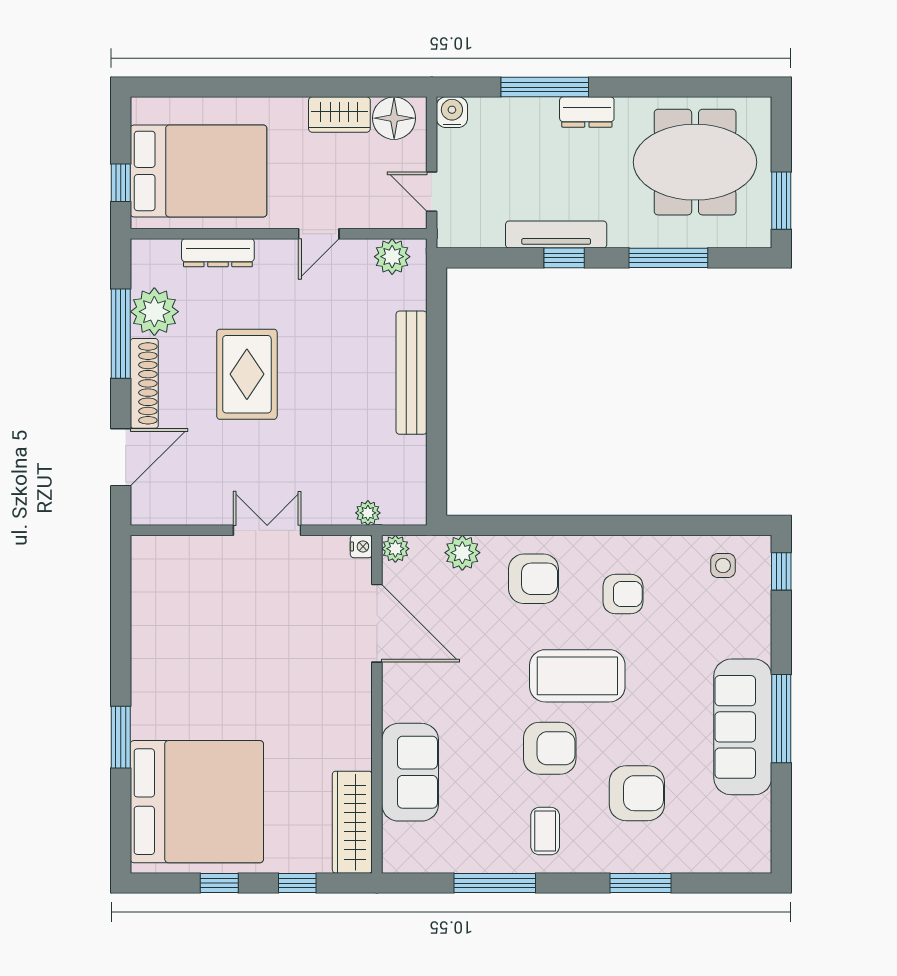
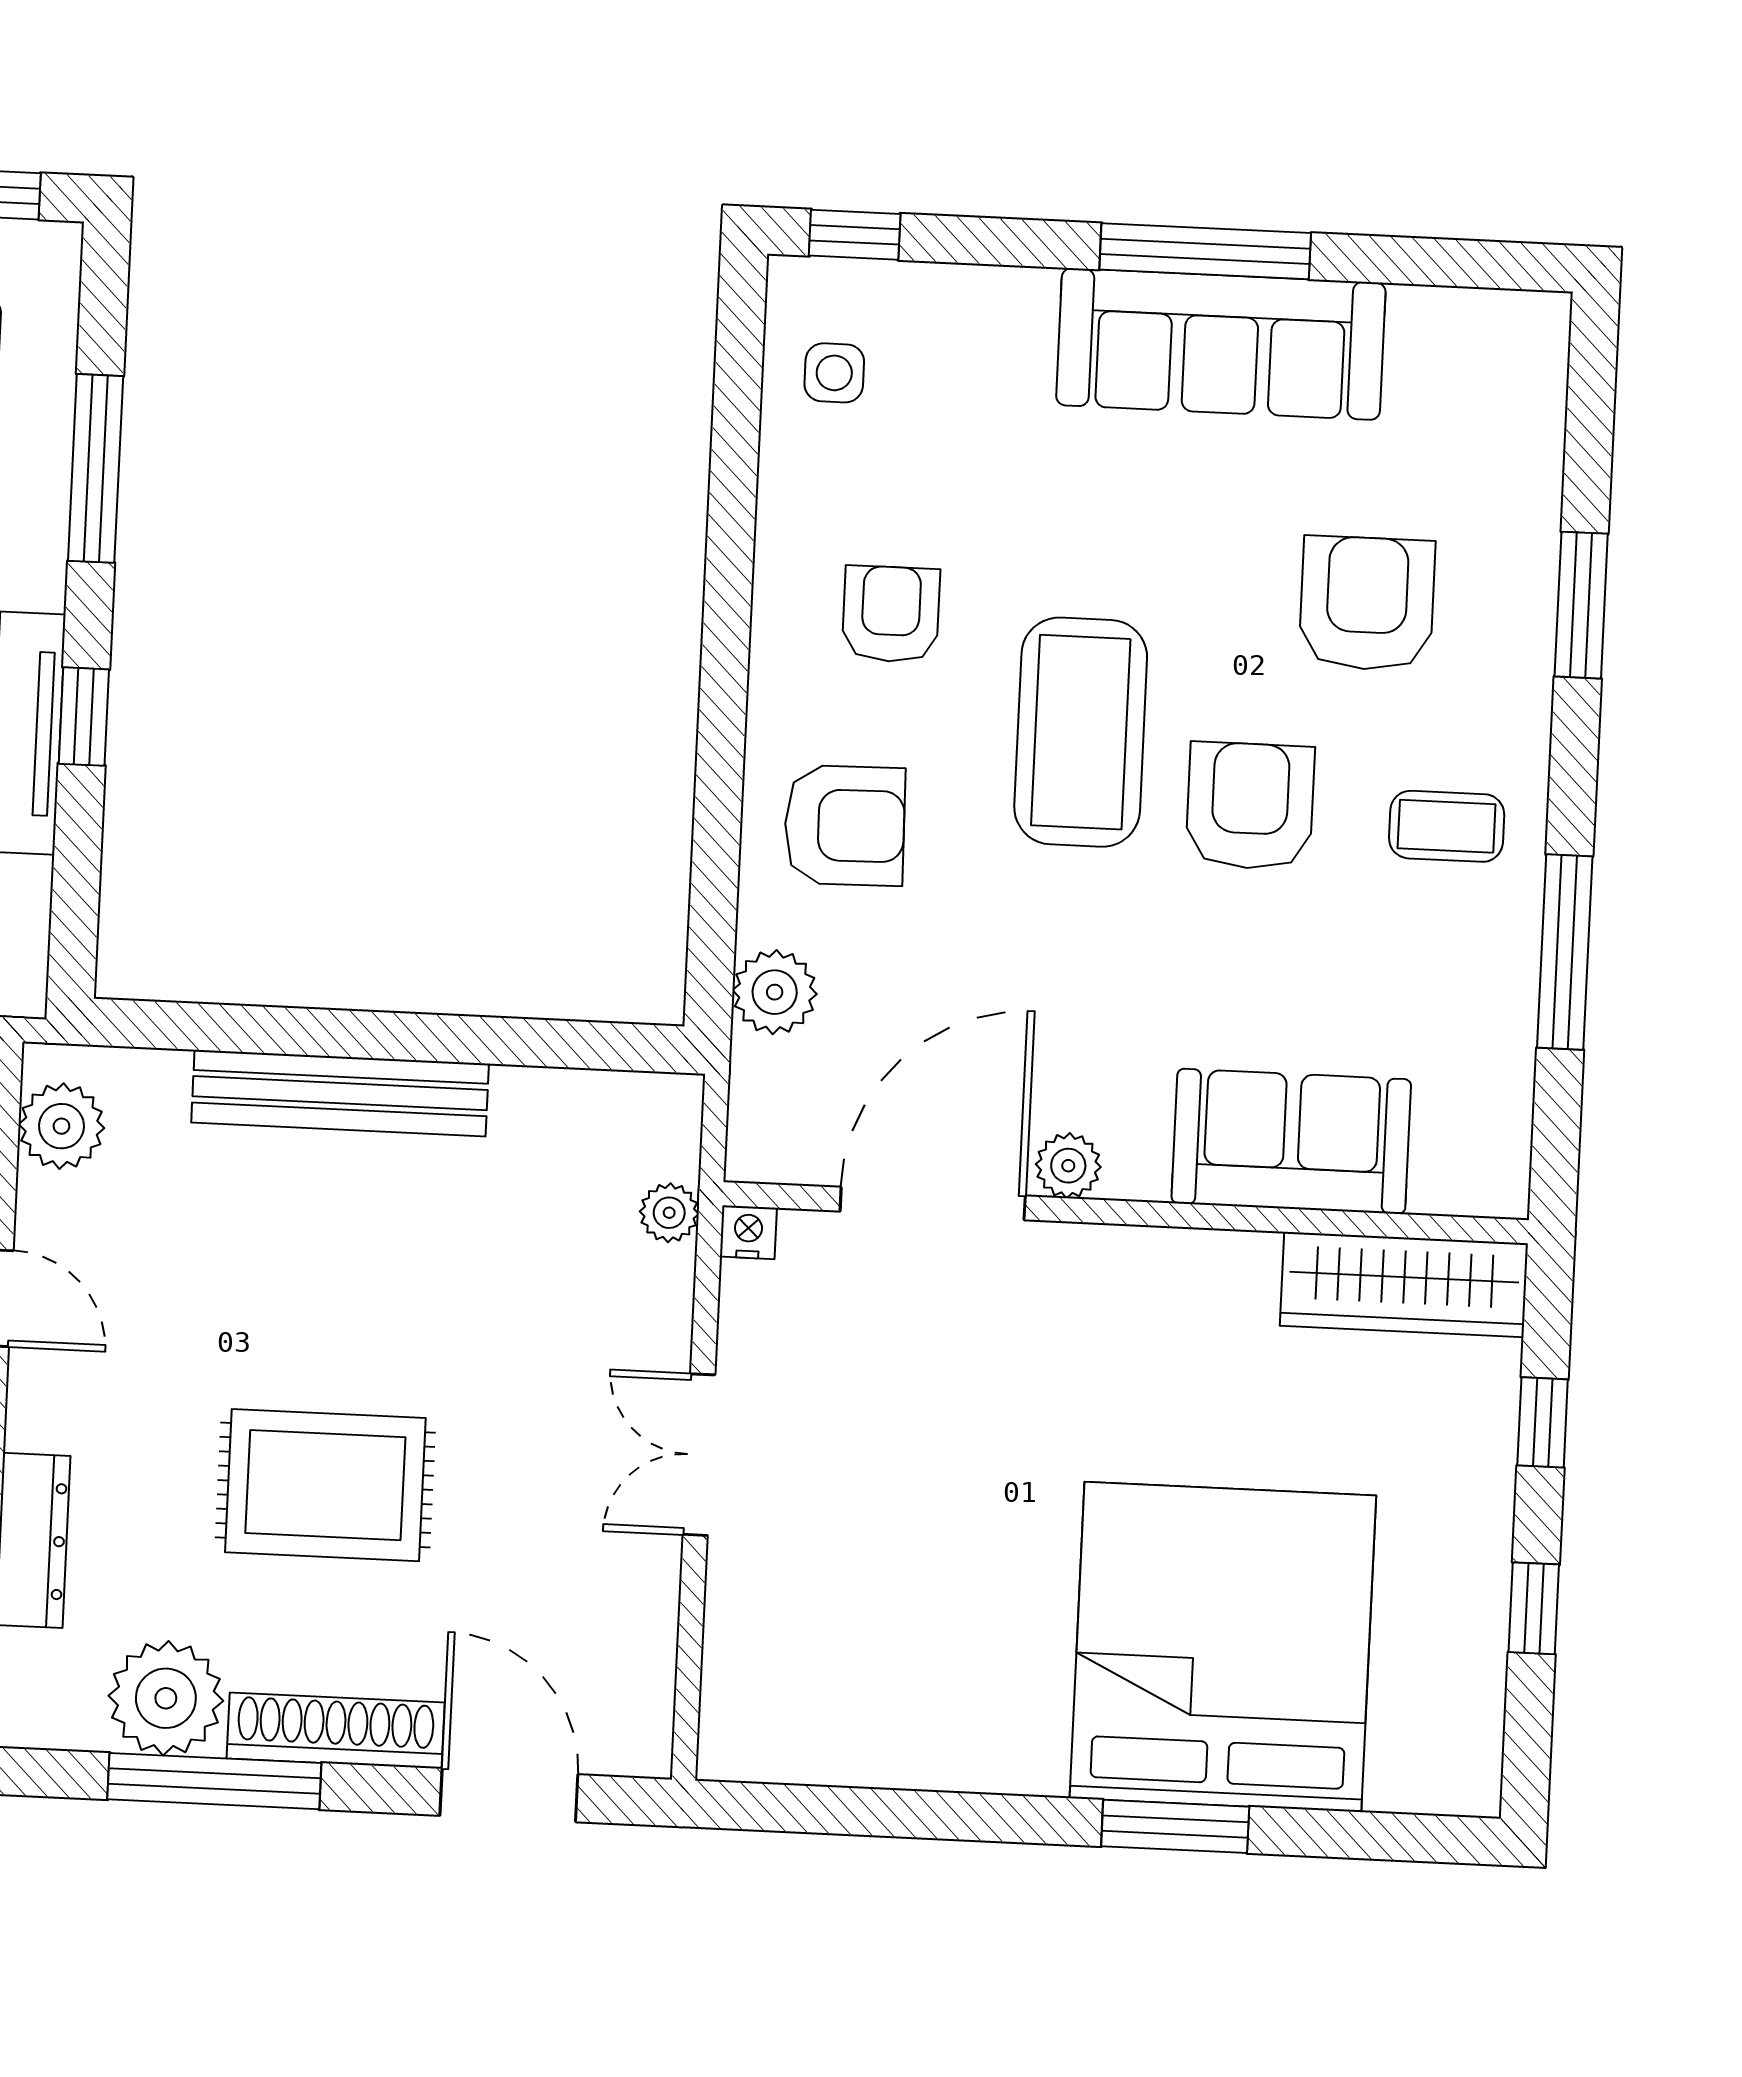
plant: (395, 549) -> (1068, 1166), moved
armchair: (534, 579) -> (845, 825), turned 89
bed: (197, 802) -> (1223, 1647), moved

